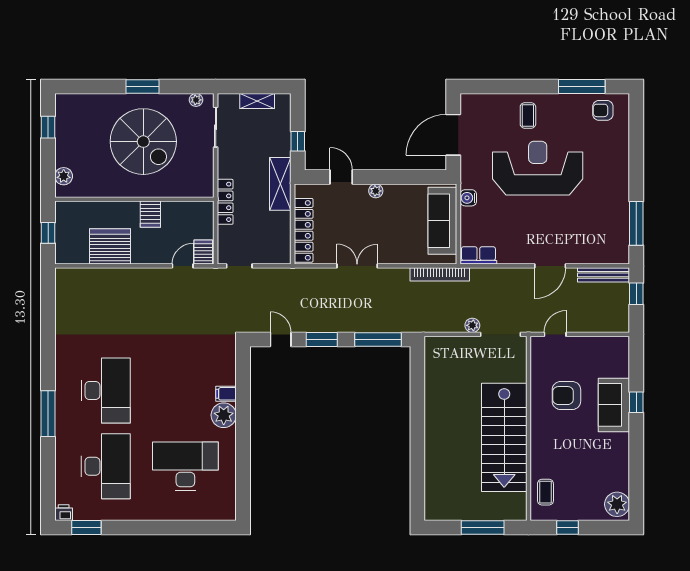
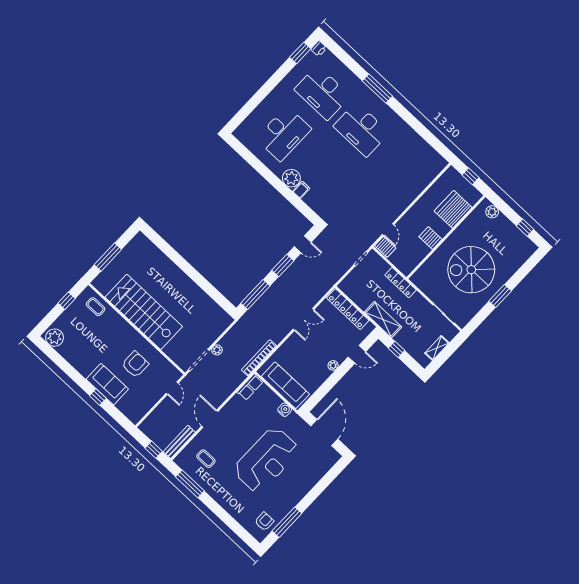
plant: (196, 100) -> (467, 317), removed
coffee table: (528, 115) -> (206, 459), moved
server rack: (110, 246) -> (453, 209), moved, turned 180

